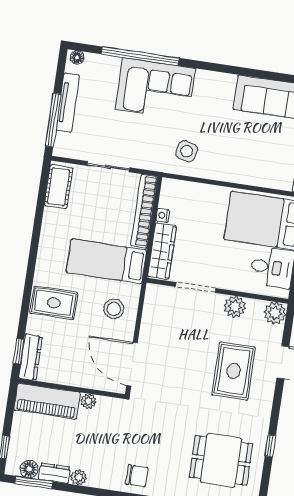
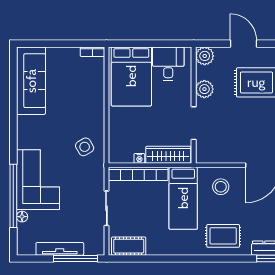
floor lamp: (77, 57) -> (22, 217), moved
side table: (187, 151) -> (85, 147), turned 45
rug: (54, 303) -> (223, 236), turned 90

